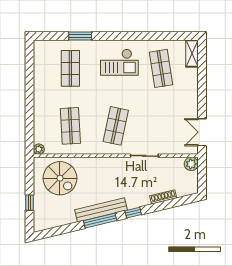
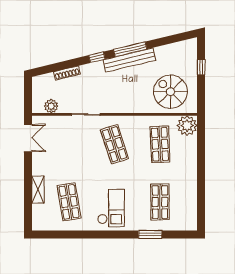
shelving: (192, 54) -> (38, 190), moved
checkout: (119, 62) -> (111, 208), turned 90
shop shelf: (116, 126) -> (115, 144), turned -30
plant: (39, 149) -> (187, 126), width x1.88, depth x1.88
plant: (191, 164) -> (51, 106), moved

